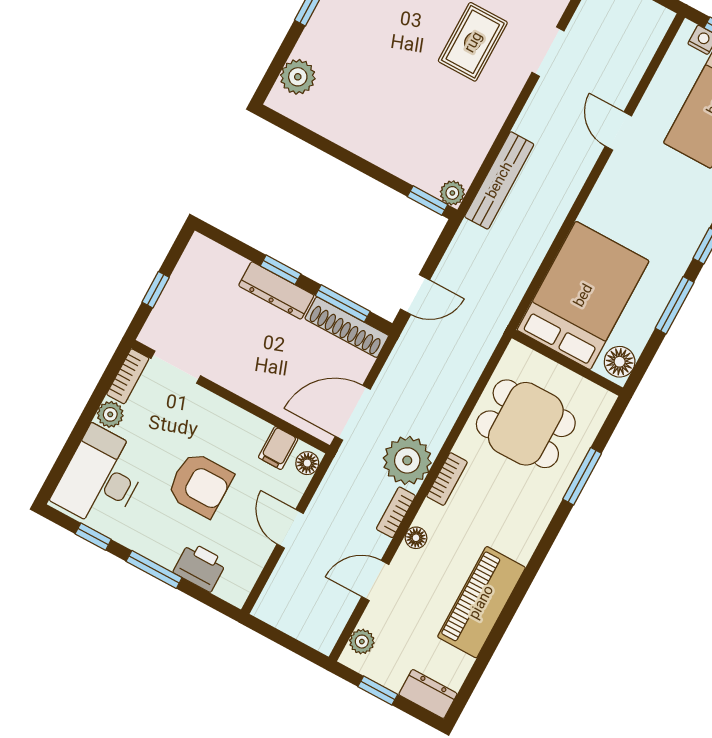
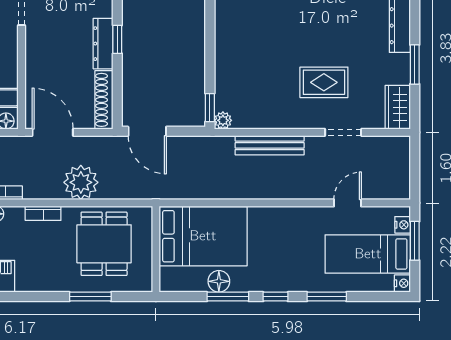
door: (618, 131) -> (348, 203), moved
bench: (499, 180) -> (270, 145), moved
door: (415, 294) -> (147, 131), width x1.38
window: (343, 303) -> (117, 89), removed
floor lamp: (620, 362) -> (219, 281), moved
plant: (407, 460) -> (81, 182), moved

